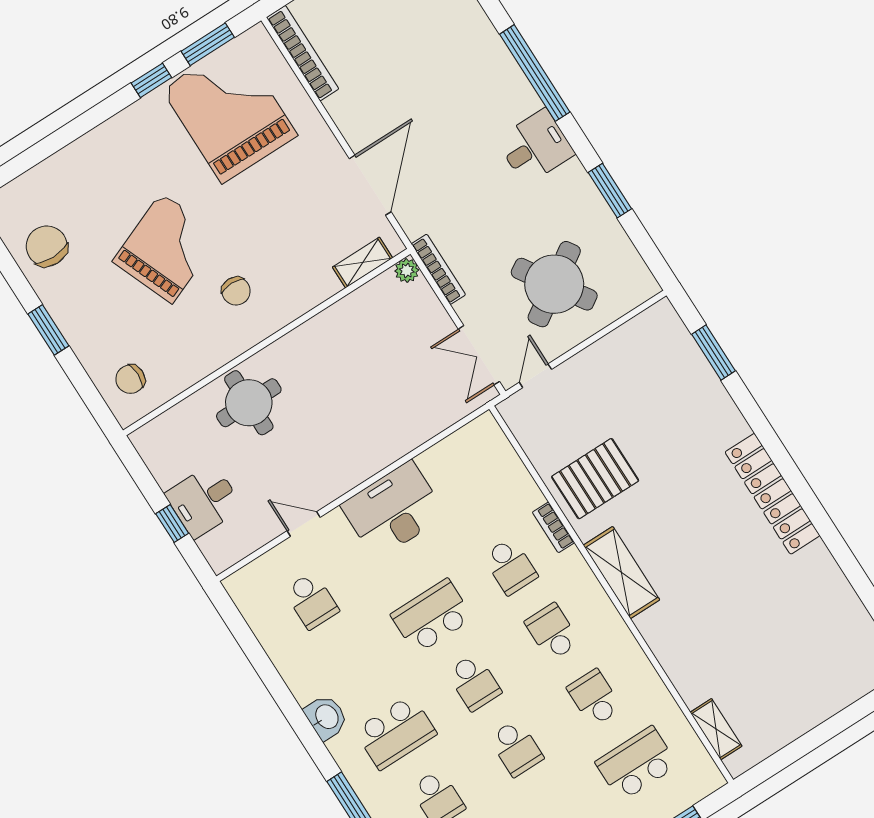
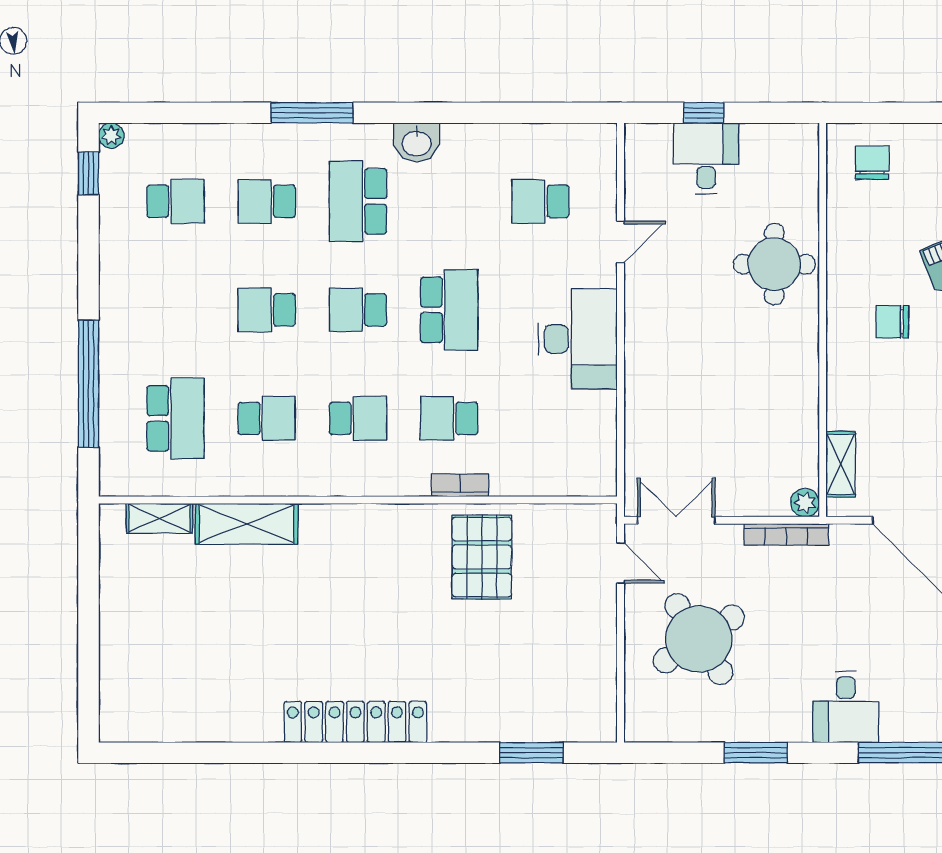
shelving: (622, 572) -> (246, 524), moved

